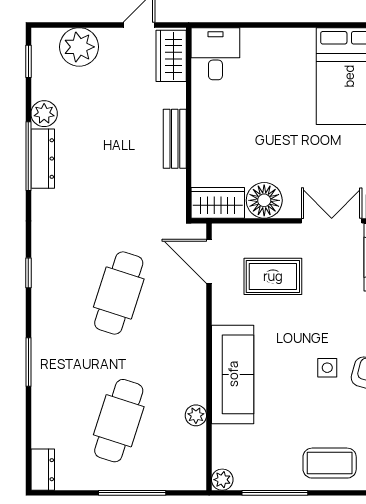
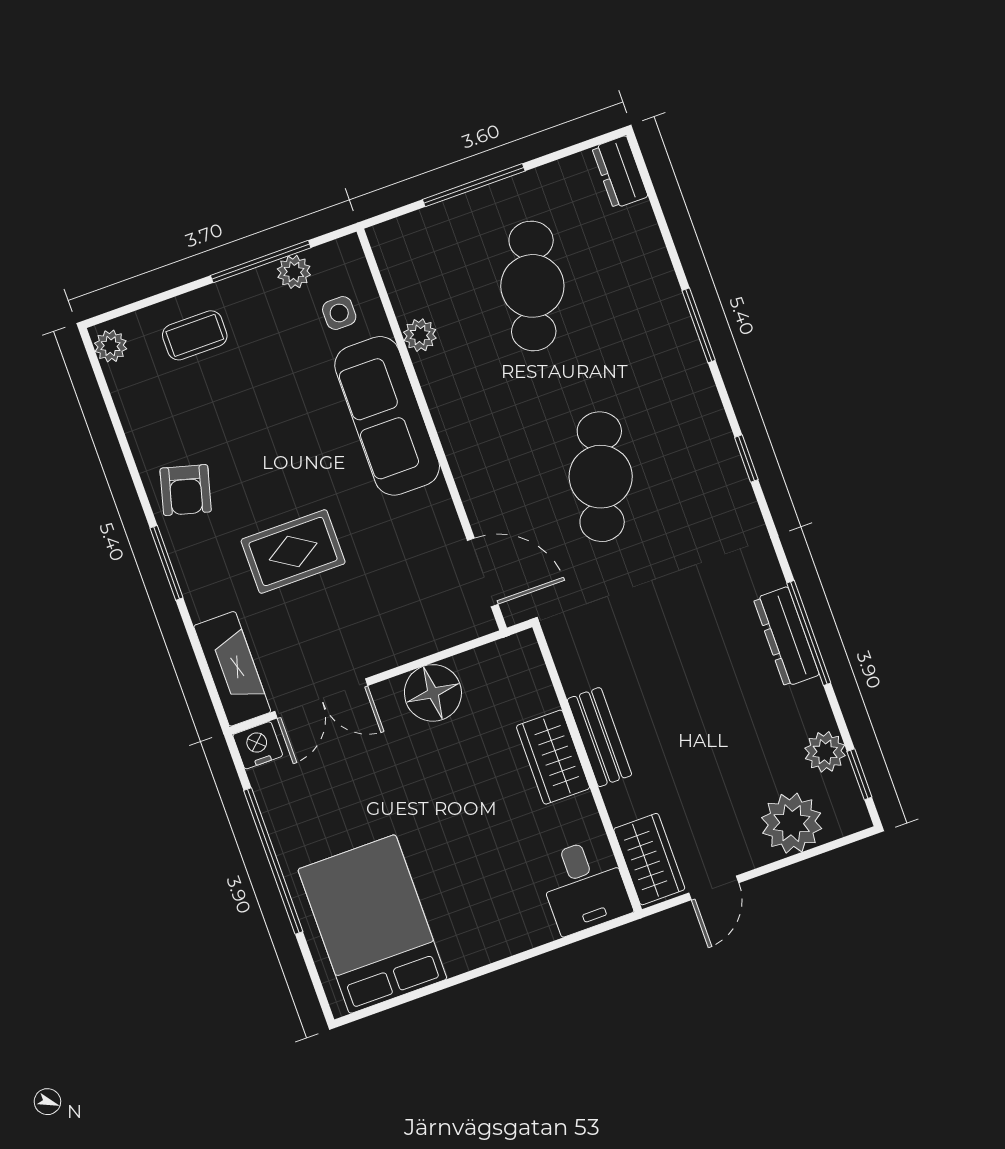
plant: (44, 114) -> (825, 752), moved
wardrobe: (218, 203) -> (553, 757), moved, turned 90
rug: (273, 276) -> (293, 551), moved
side table: (327, 368) -> (339, 313), moved
coffee table: (330, 463) -> (195, 335), width x0.73, depth x0.77
plant: (222, 480) -> (294, 272), moved

